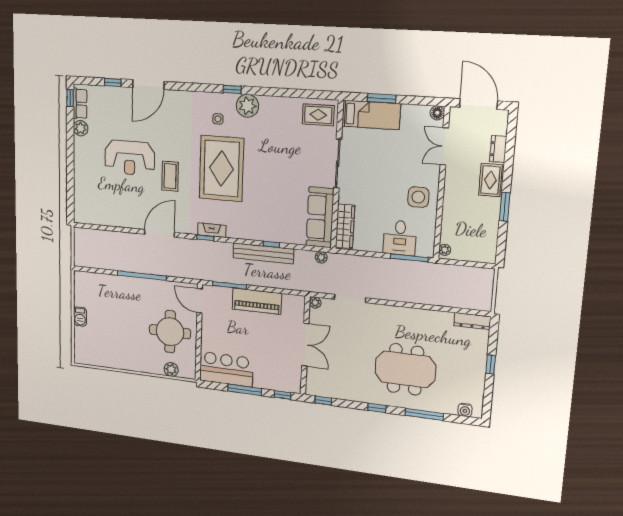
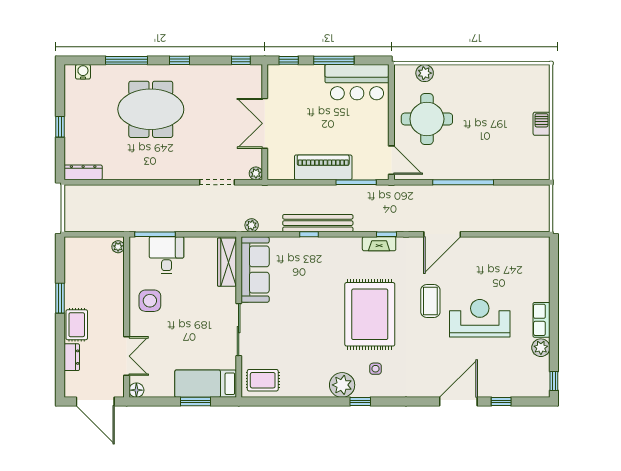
row of seats: (80, 104) -> (541, 320), moved

